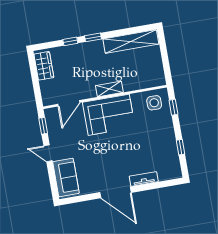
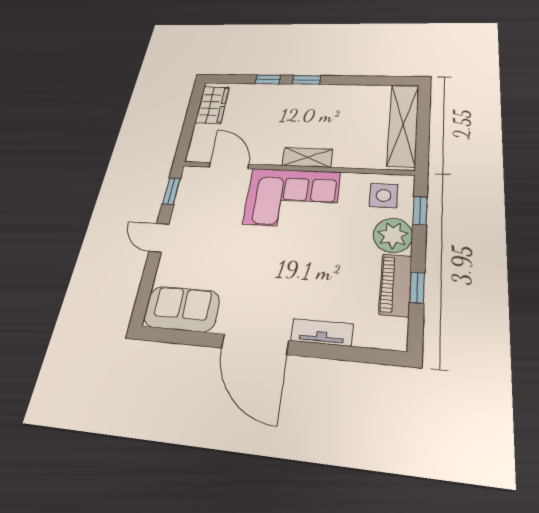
shelving: (131, 41) -> (403, 125), moved, turned 90
door: (69, 103) -> (229, 166), swing flipped
plant: (164, 124) -> (393, 235), added
piano: (171, 148) -> (395, 285), added
sofa: (66, 177) -> (182, 309), moved, turned -90

